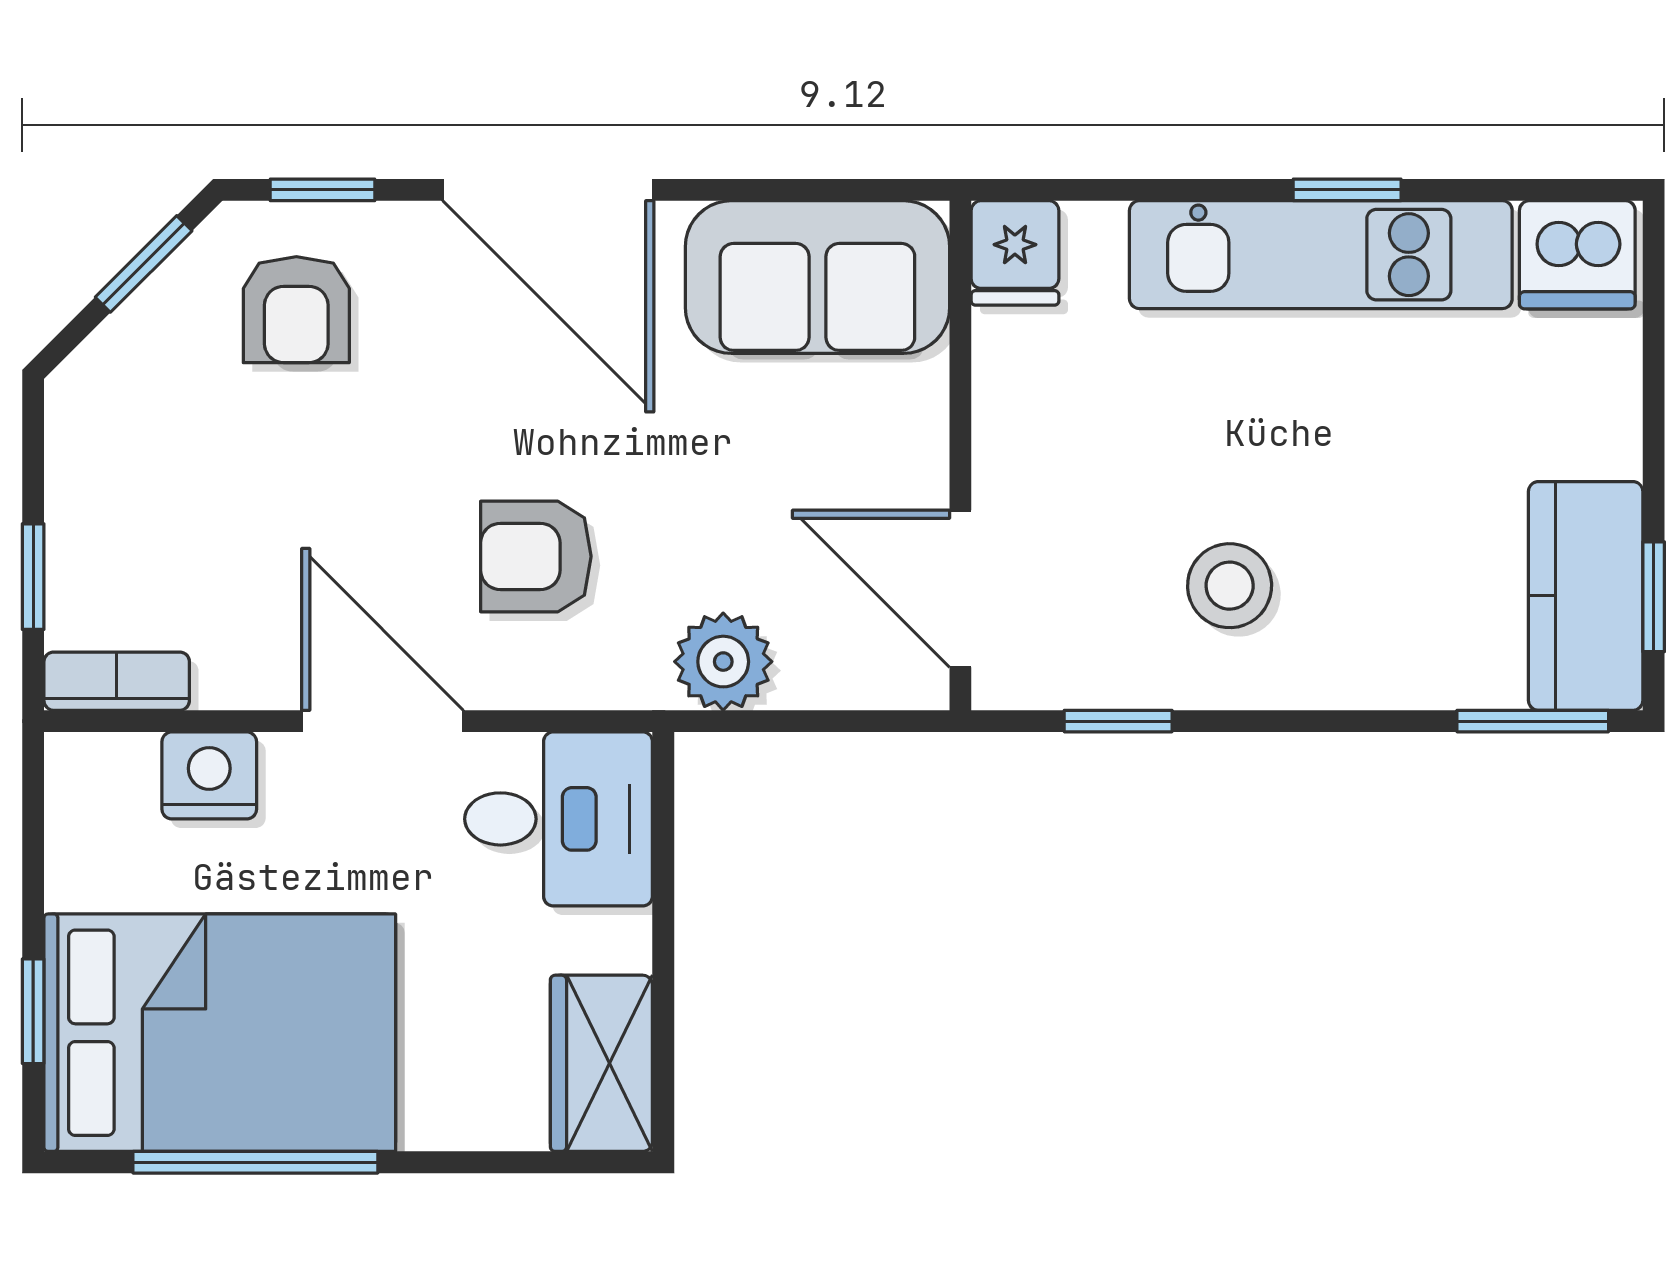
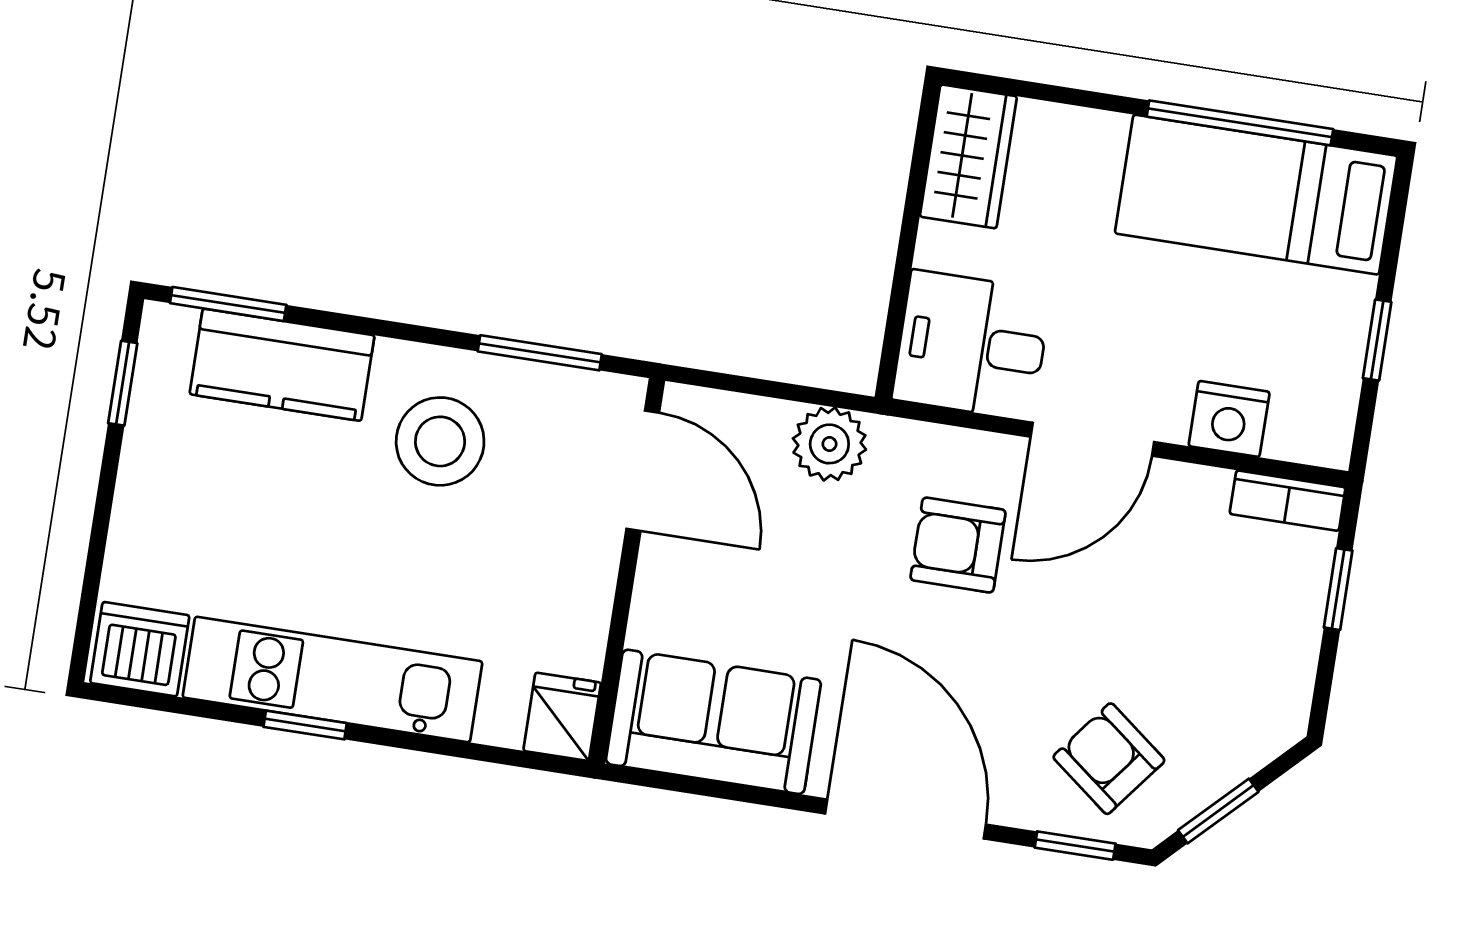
armchair: (296, 310) -> (1109, 759), turned -52
armchair: (536, 556) -> (958, 545), turned 180
stool: (1230, 586) -> (440, 441), width x1.38, depth x1.38
kitchen counter: (1586, 596) -> (282, 365), moved, turned 90
door: (383, 721) -> (1092, 439), hinge flipped
window: (1118, 721) -> (540, 353), width x1.50
window: (33, 1011) -> (1377, 340), moved
bed: (220, 1033) -> (1256, 195), width x0.67

